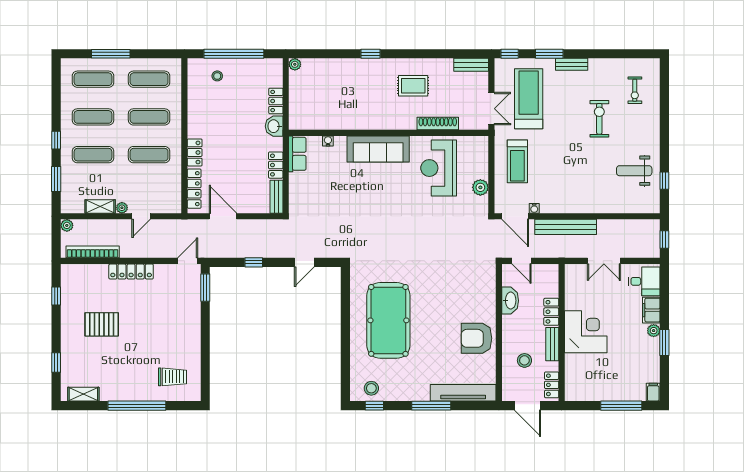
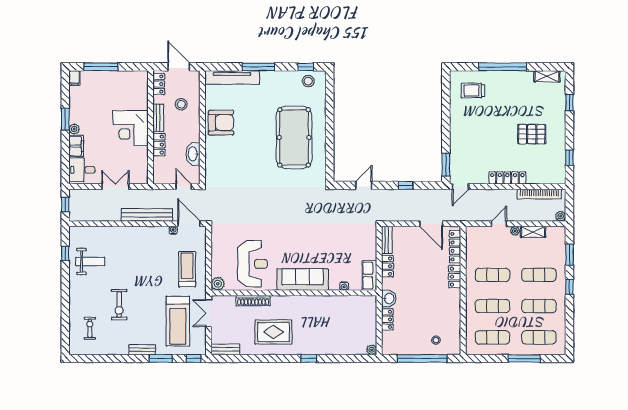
rug: (413, 86) -> (273, 332), width x1.36, depth x1.43
plant: (480, 187) -> (218, 284), moved

